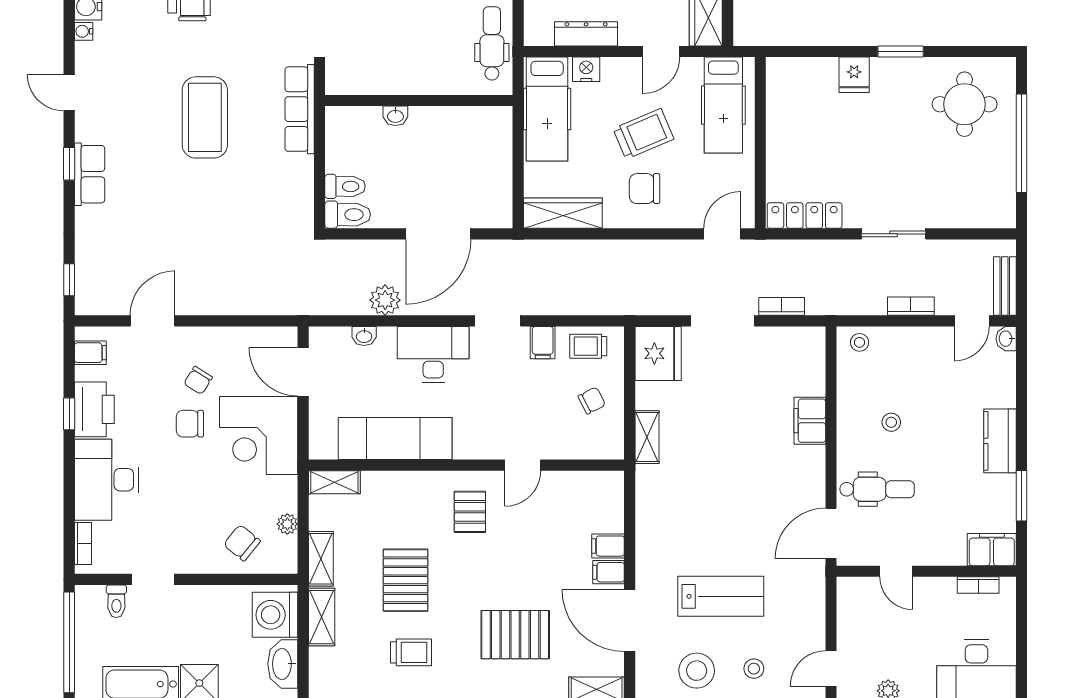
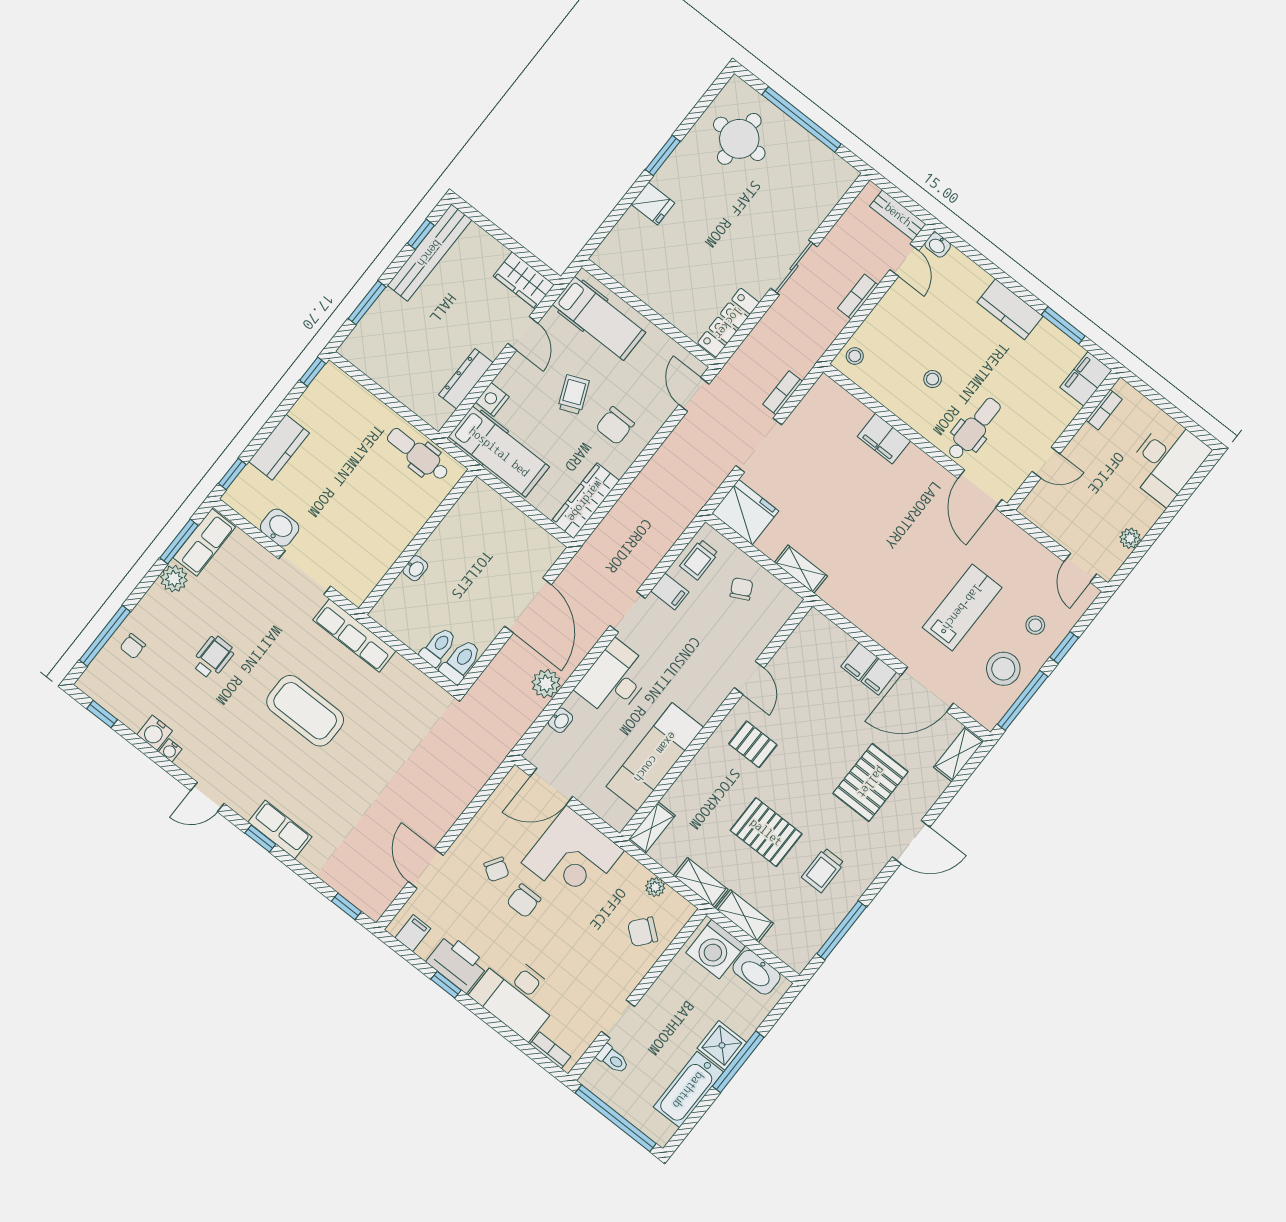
trolley: (643, 134) -> (574, 395), width x0.73, depth x0.72
trolley: (411, 652) -> (823, 870), turned 180

